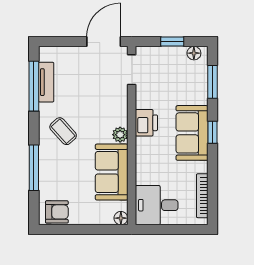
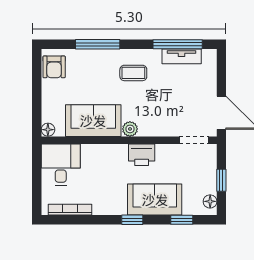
window: (213, 82) -> (182, 220), width x0.67
coffee table: (63, 131) -> (133, 73), turned 42
sofa: (192, 133) -> (155, 200), moved

